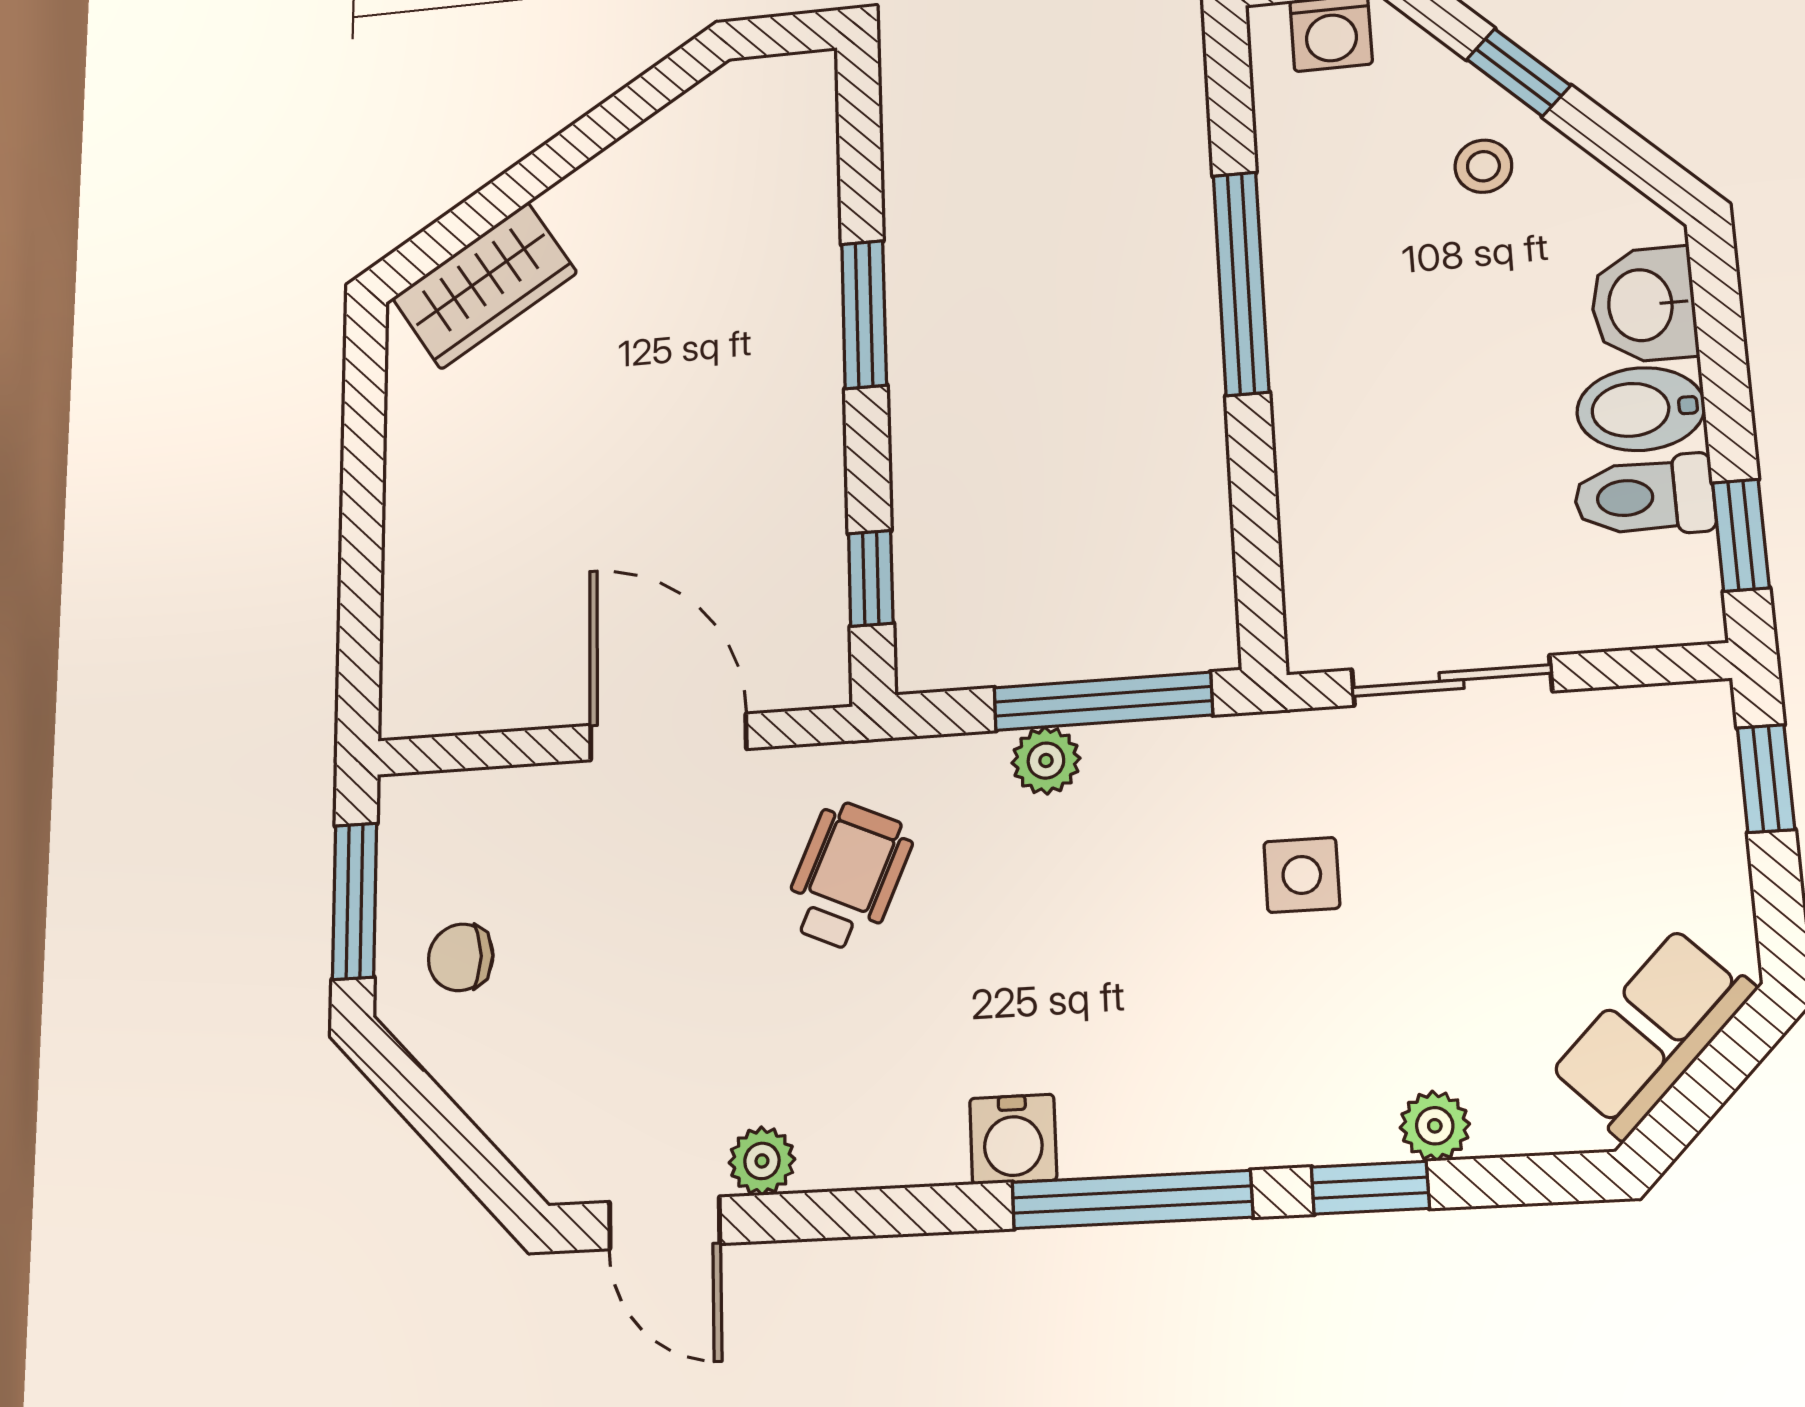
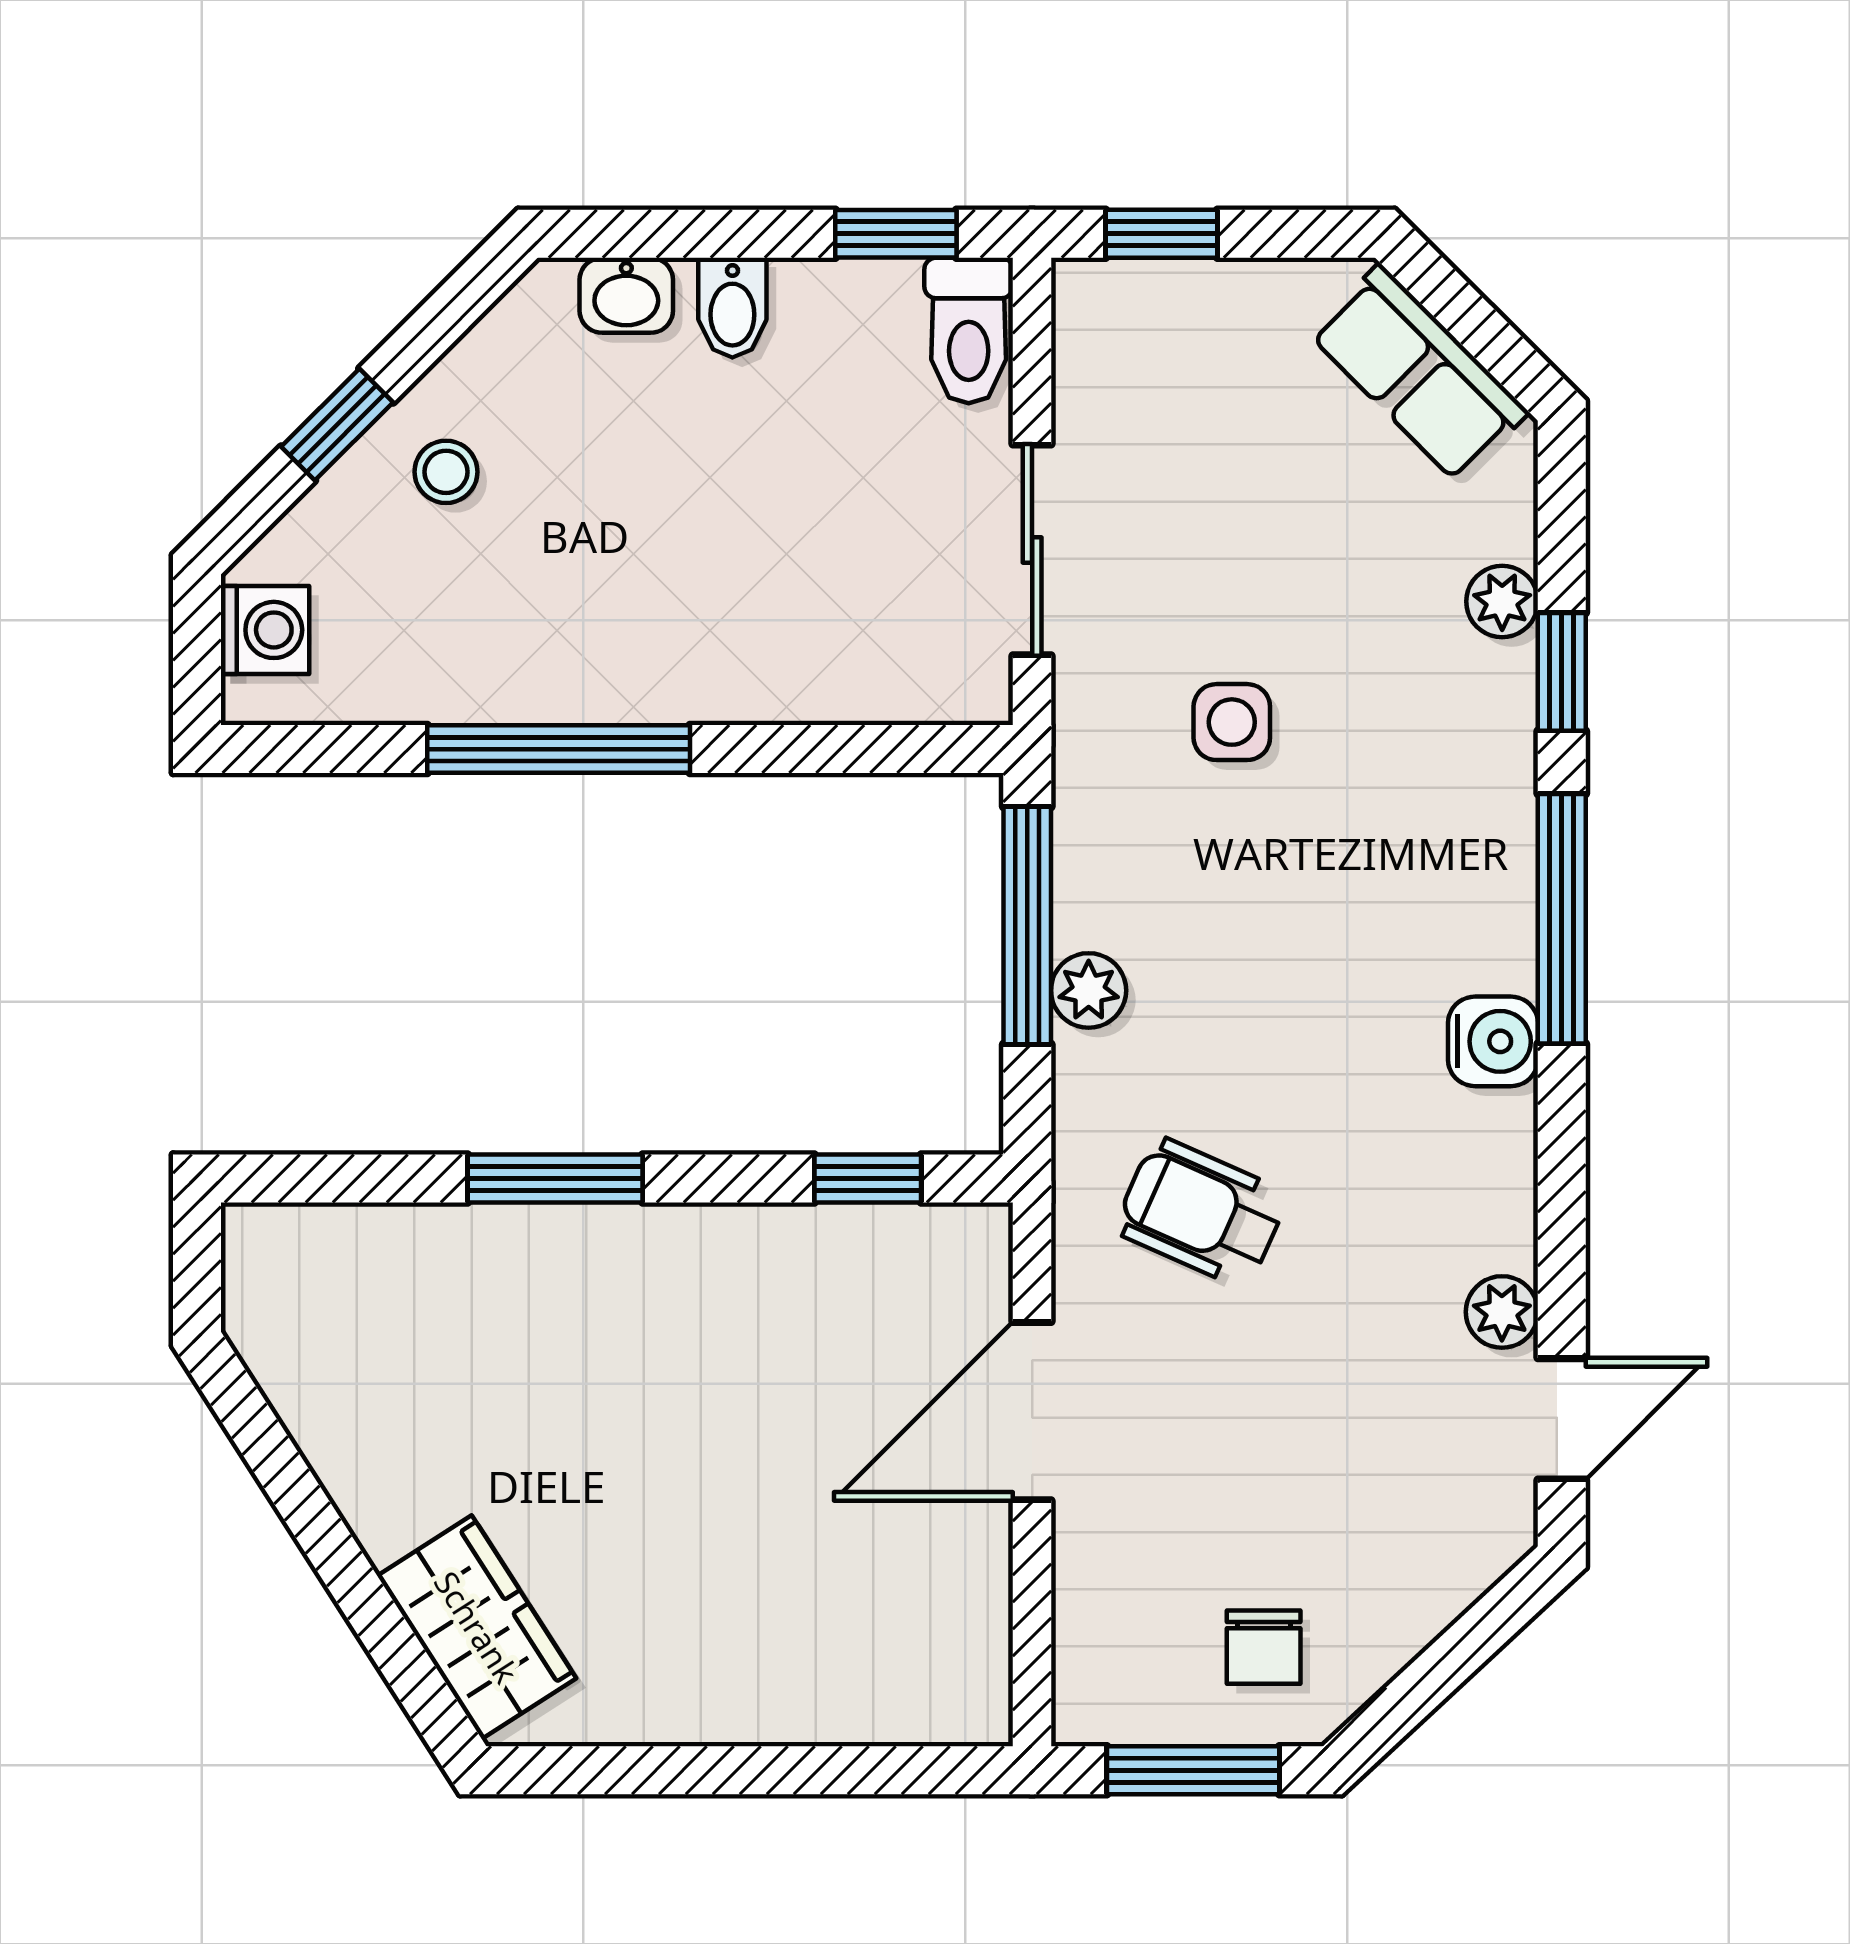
washbasin: (1643, 305) -> (626, 295), width x0.72, depth x0.69
bidet: (1641, 409) -> (732, 308), width x0.72, depth x0.74
toilet: (1644, 497) -> (969, 330), moved

